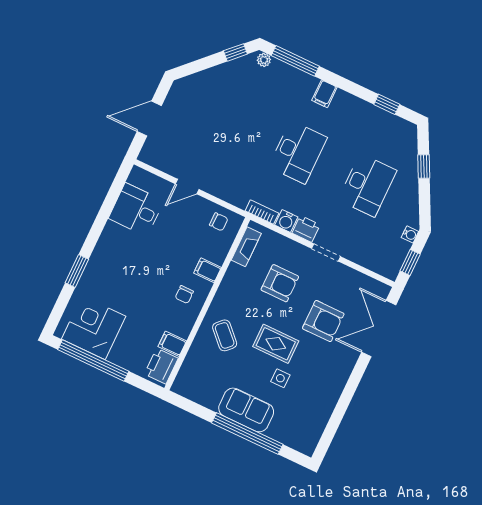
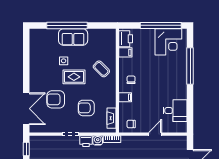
window: (77, 271) -> (190, 66), width x2.11

